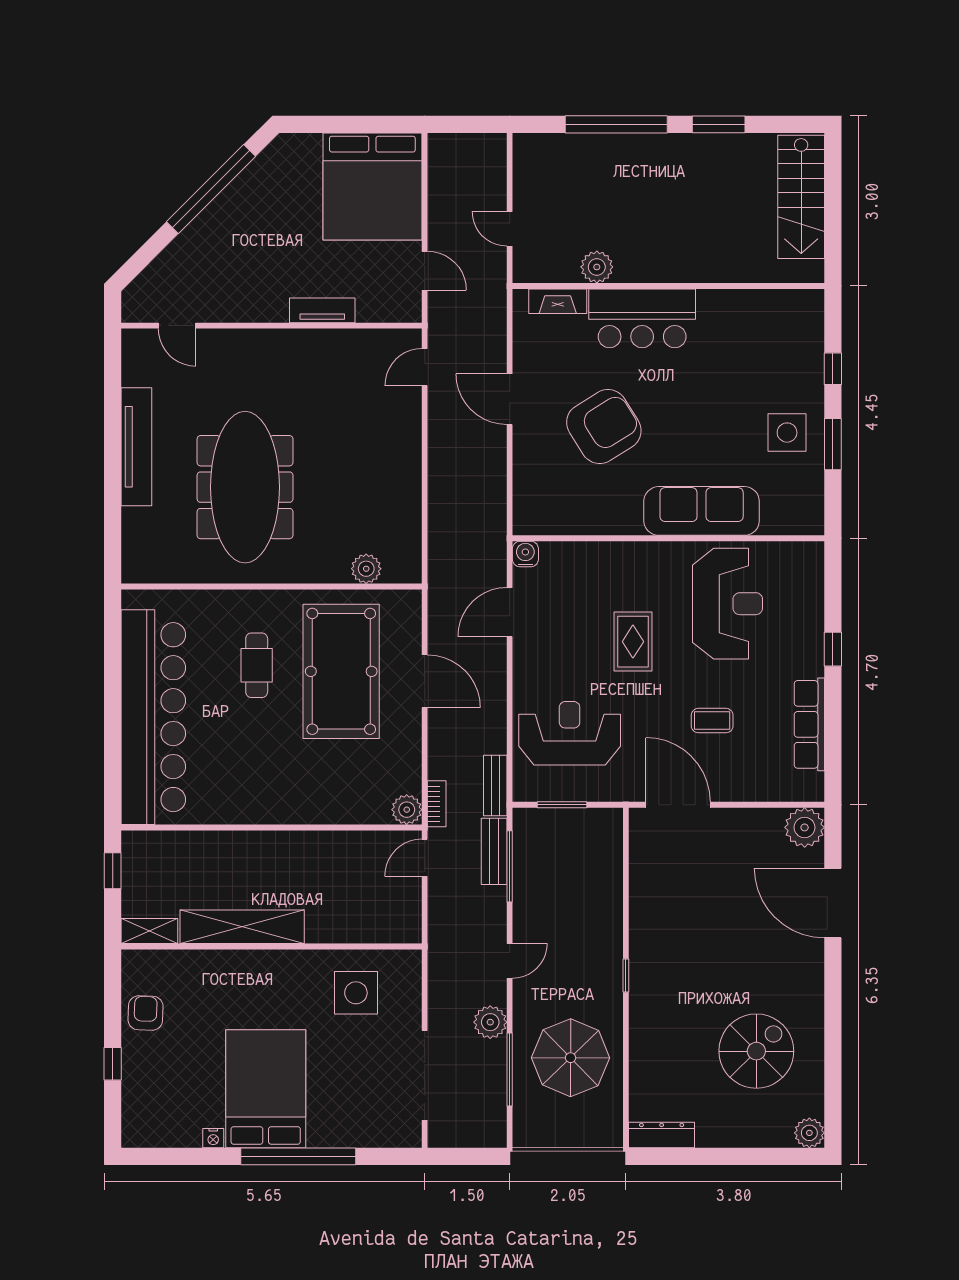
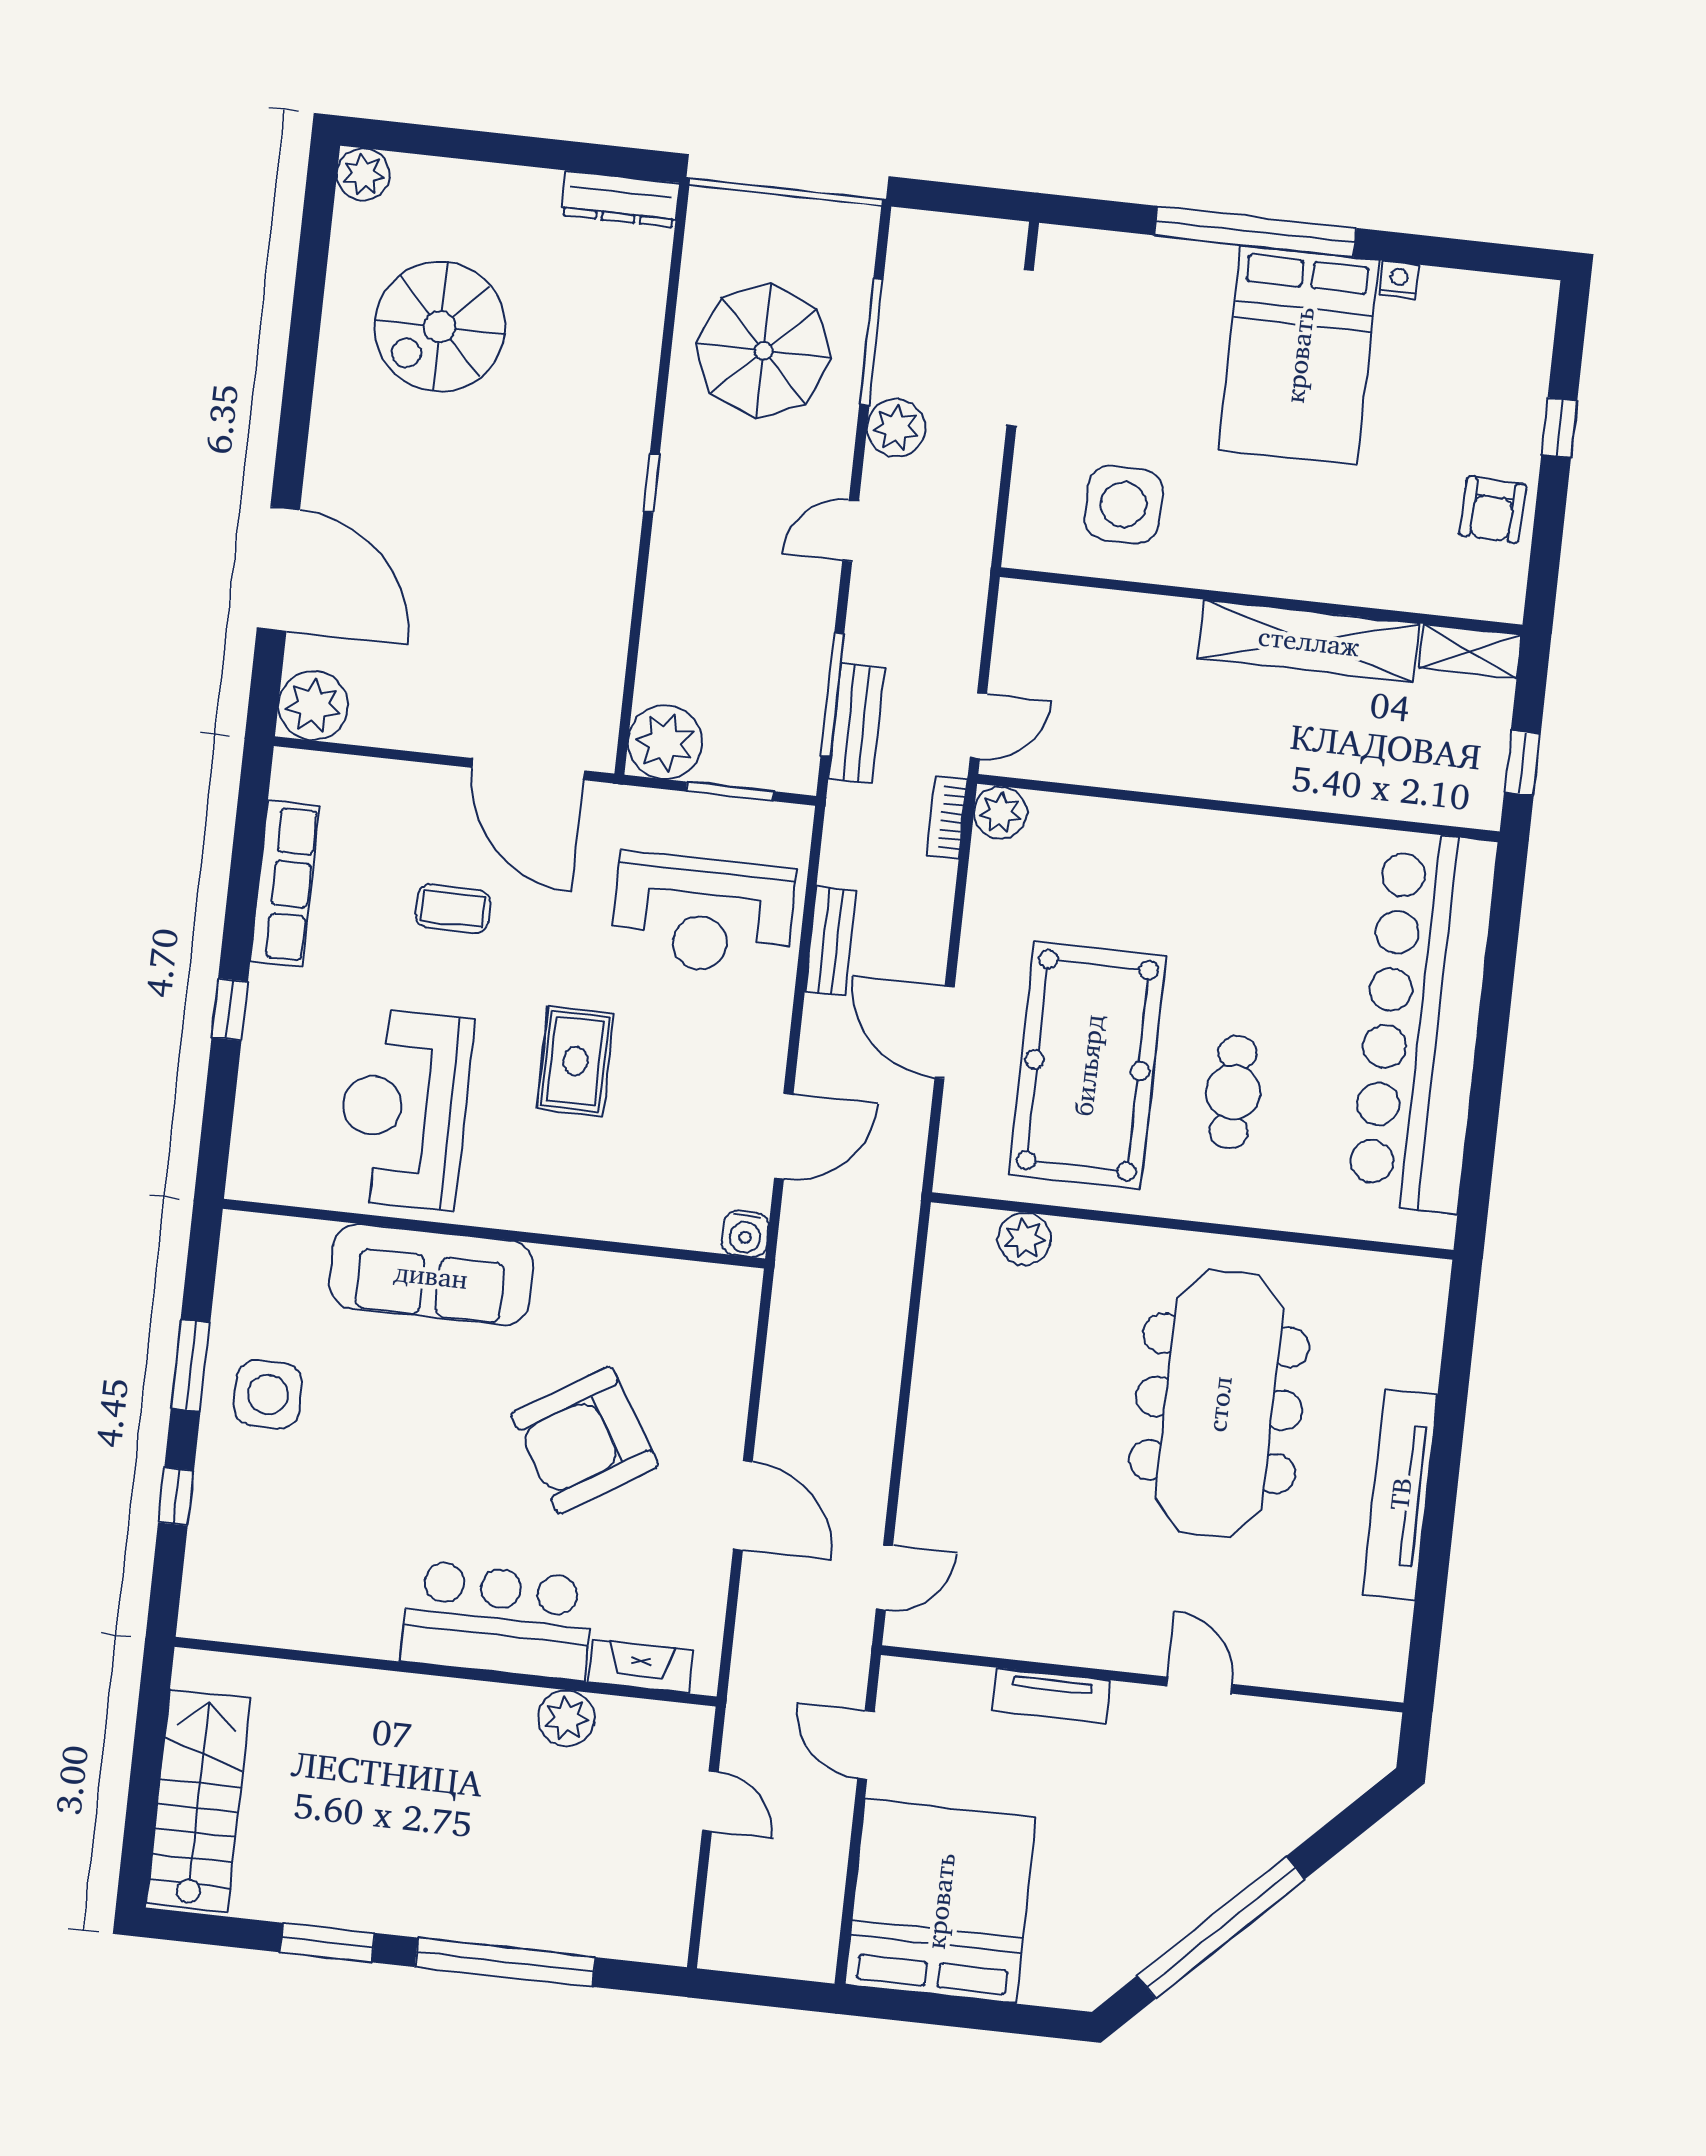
door: (177, 326) -> (1199, 1685), moved
bench: (495, 786) -> (831, 941), moved
plant: (602, 829) -> (665, 742), added

